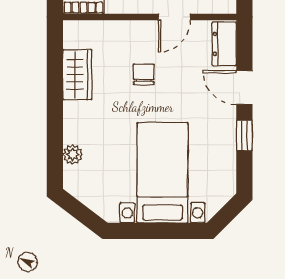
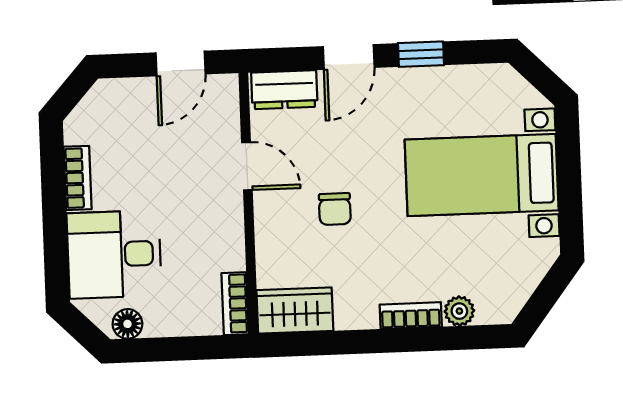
chair: (144, 74) -> (335, 209), turned -90
wardrobe: (77, 75) -> (295, 310), moved
bookcase: (71, 122) -> (411, 316), added

